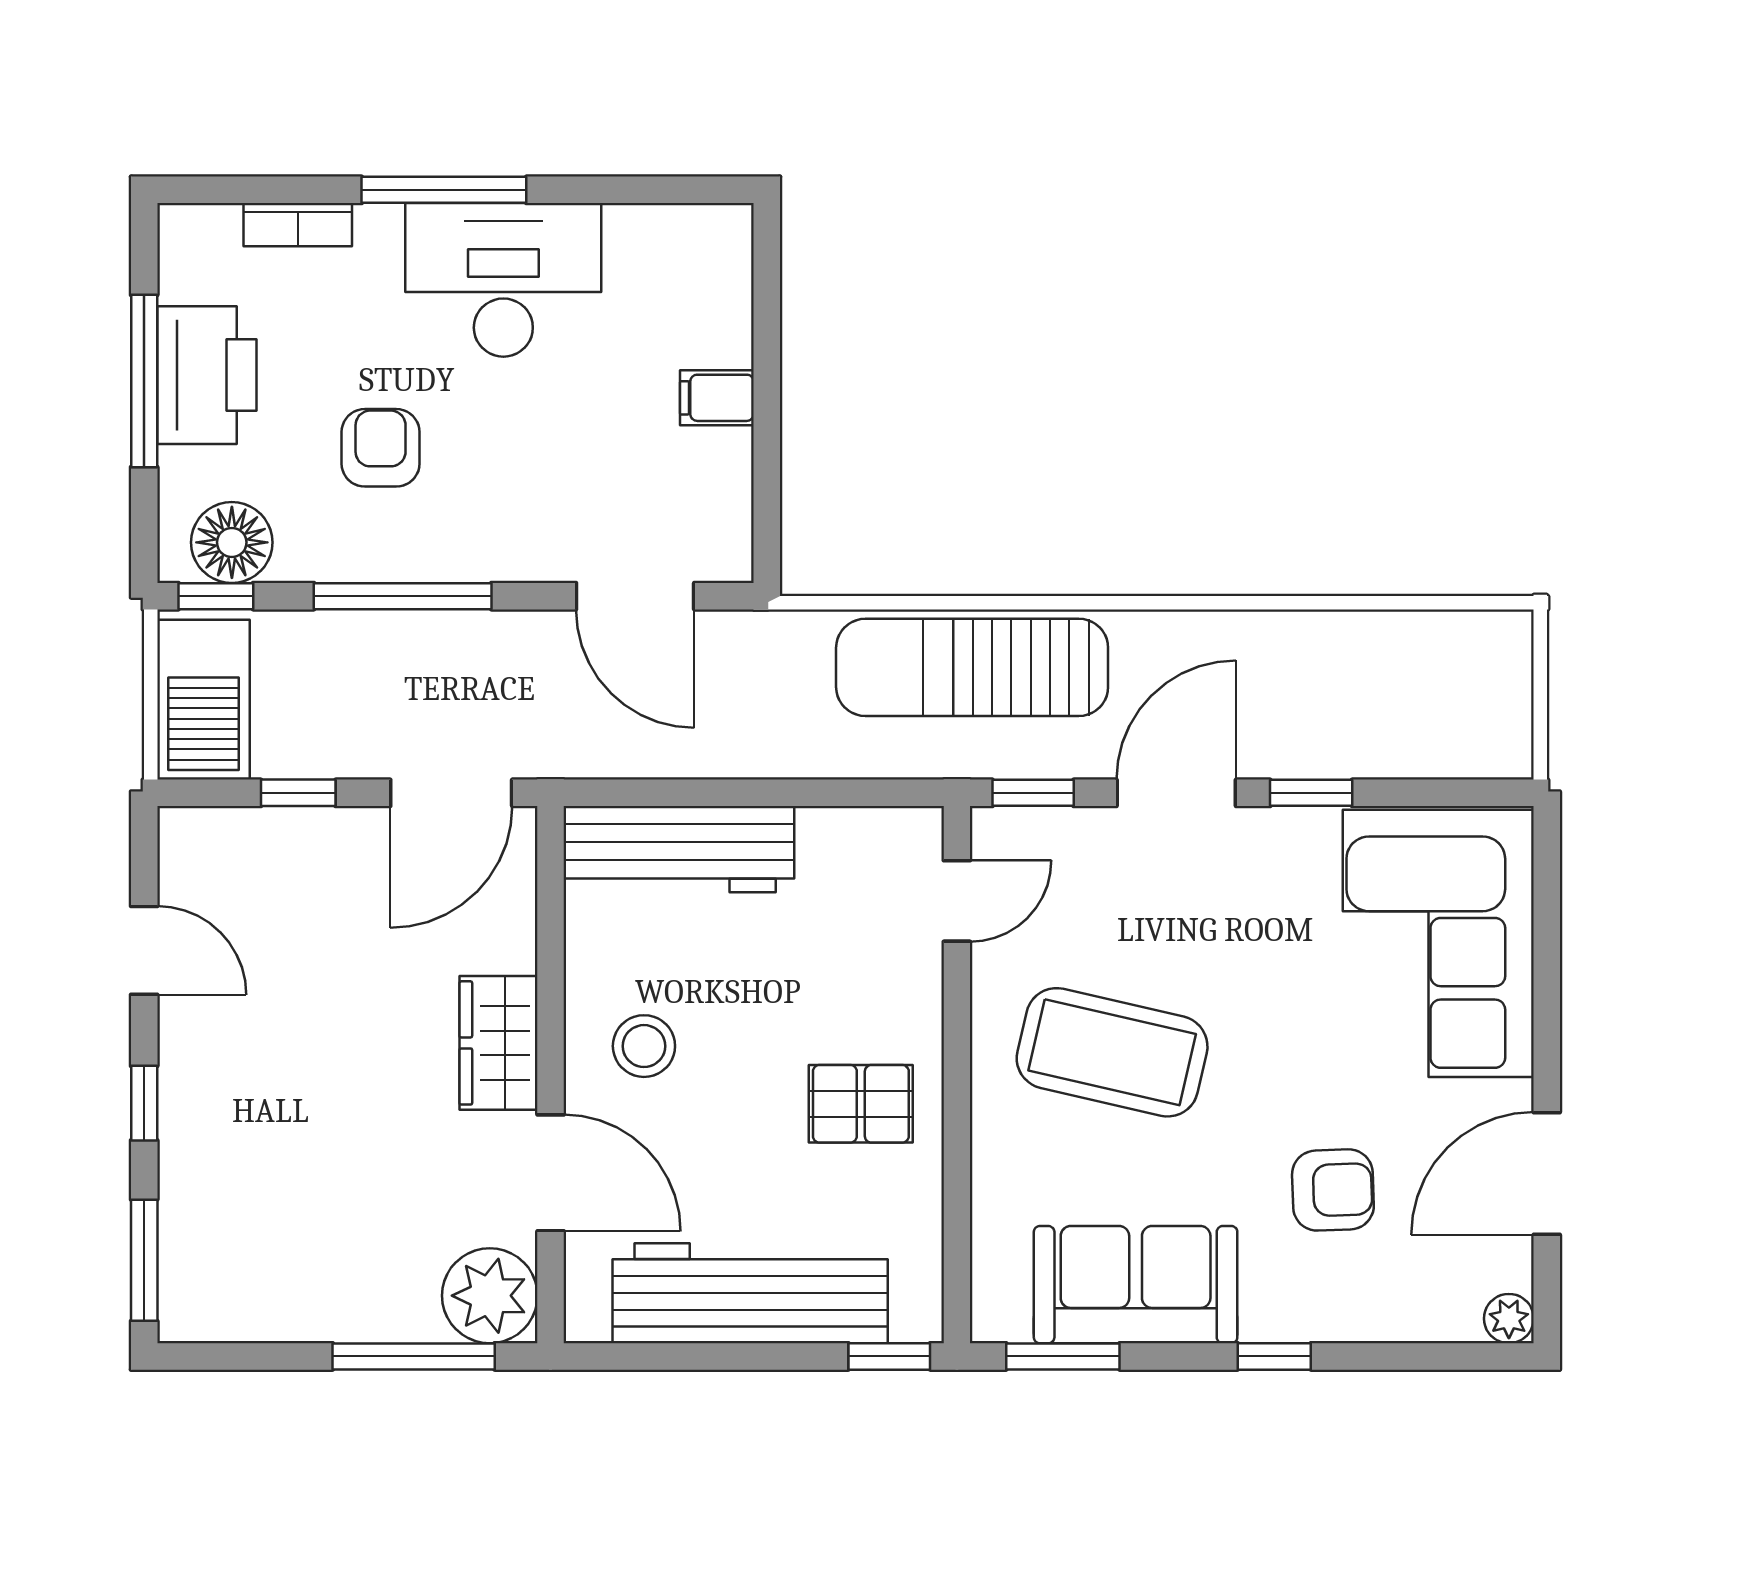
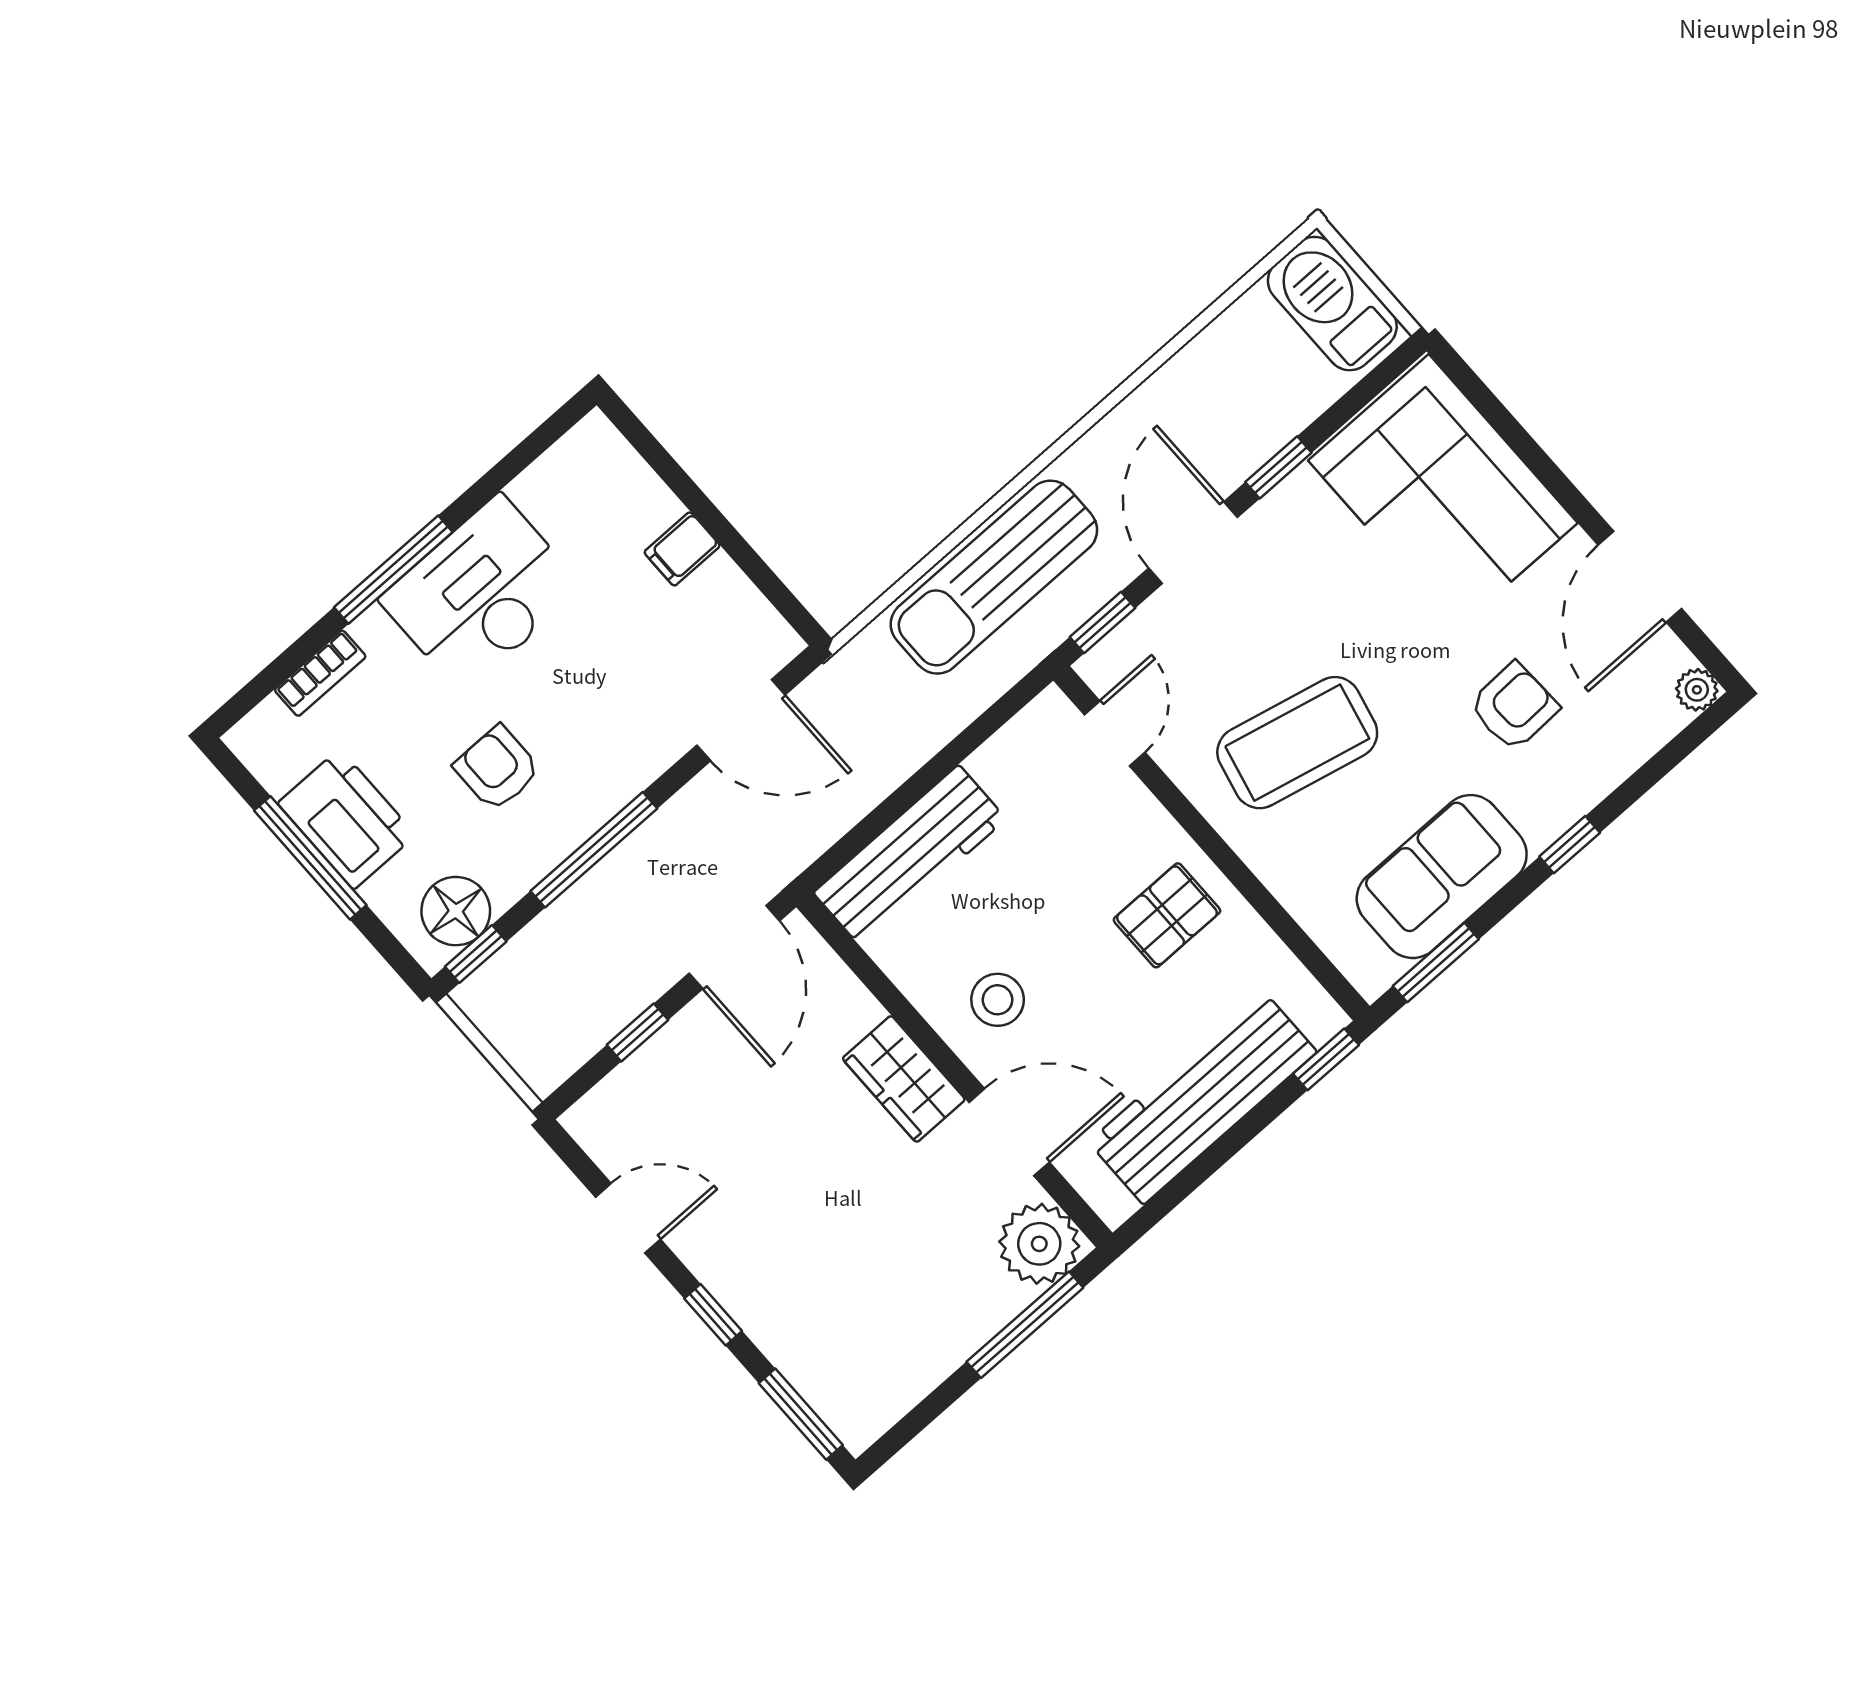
barbecue: (203, 700) -> (1332, 304), moved, turned 180

